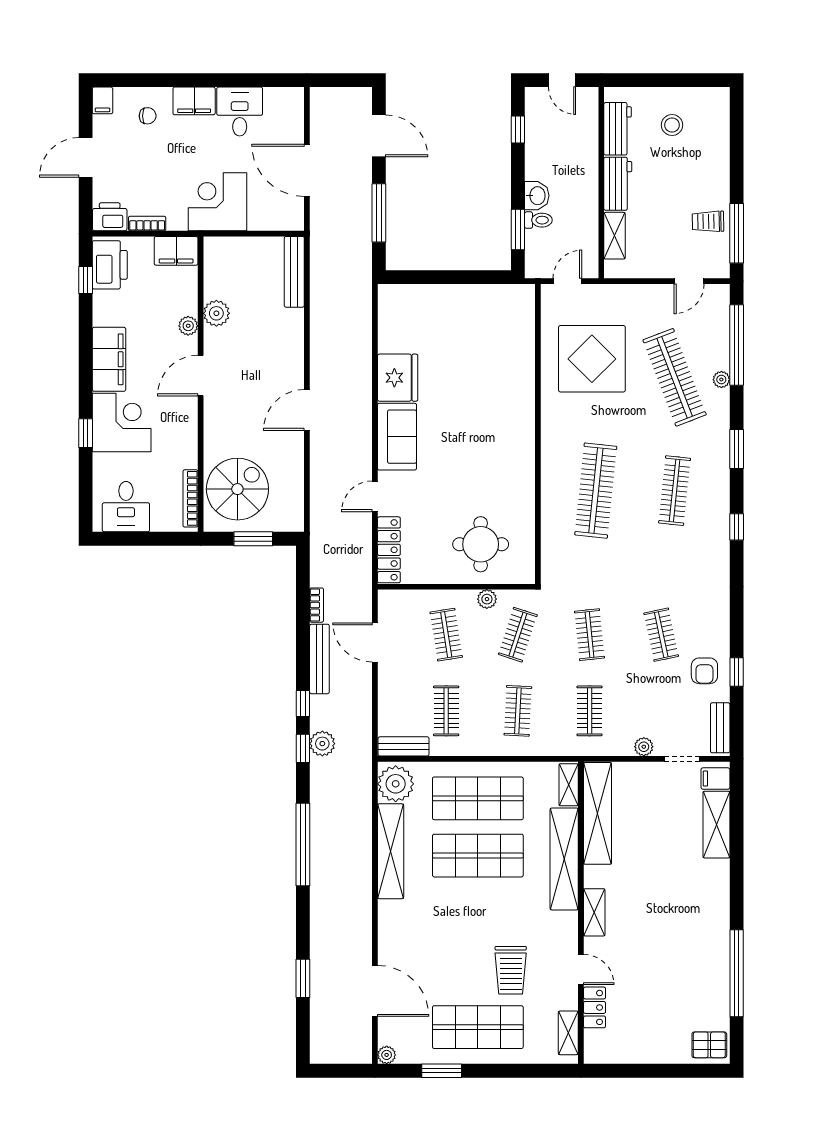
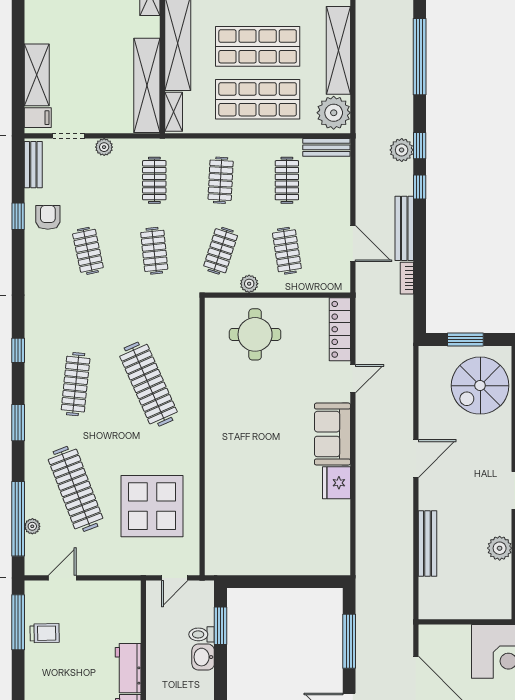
shelving: (615, 236) -> (131, 620), removed
bench: (294, 272) -> (427, 544), moved
fridge: (398, 378) -> (337, 483), width x0.73, depth x0.75
plant: (721, 380) -> (32, 526), moved
clothes rail: (596, 491) -> (148, 384), turned -30

